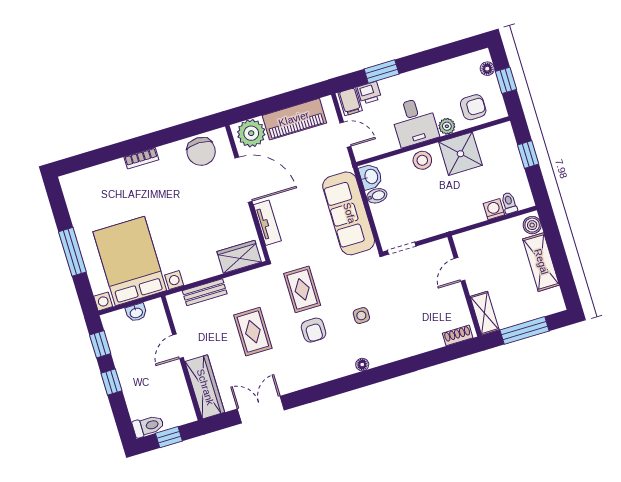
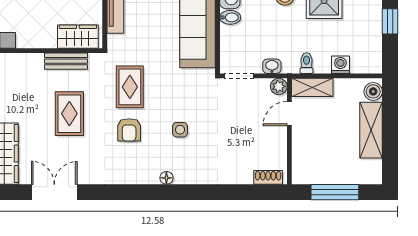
toilet: (509, 203) -> (307, 63), moved
washbasin: (430, 230) -> (272, 66), added
plant: (442, 247) -> (279, 86), added
bench: (205, 292) -> (66, 61), moved
shelving: (485, 313) -> (312, 87), moved, turned 90

